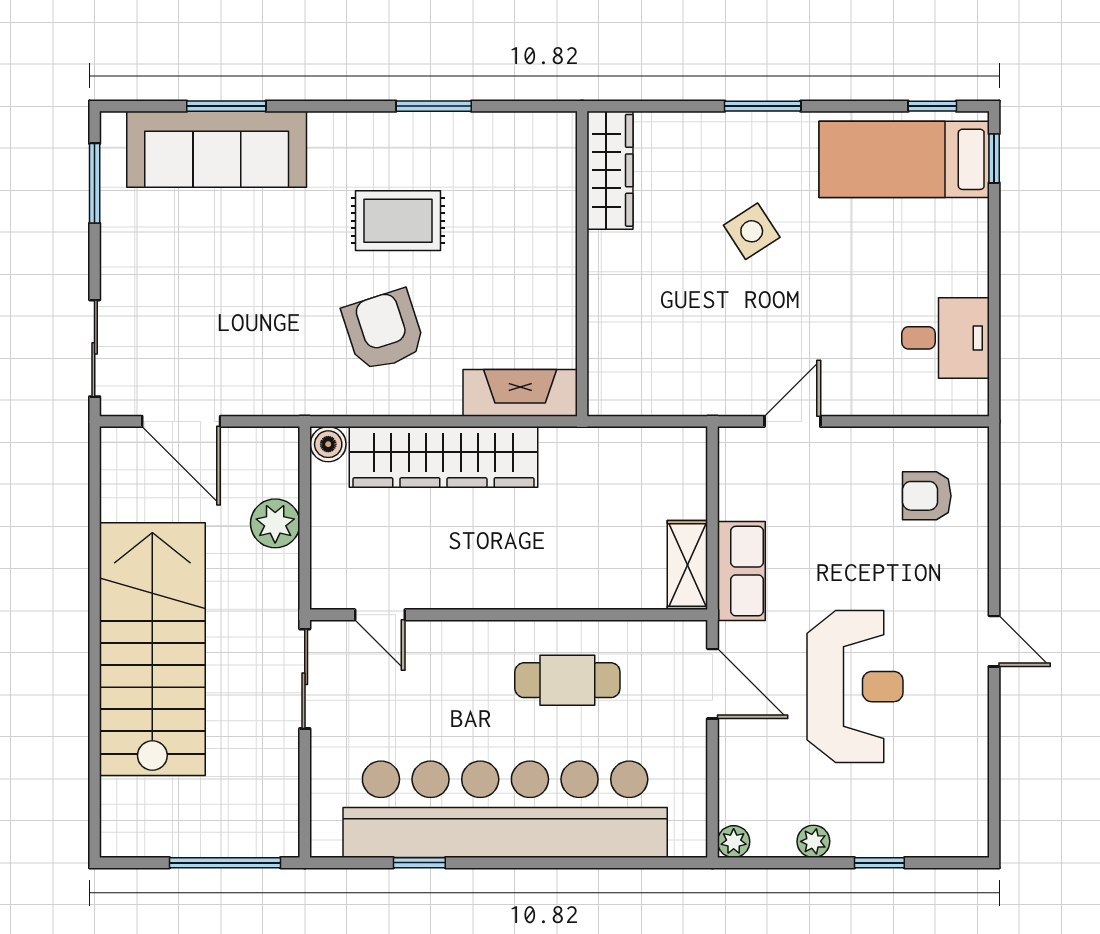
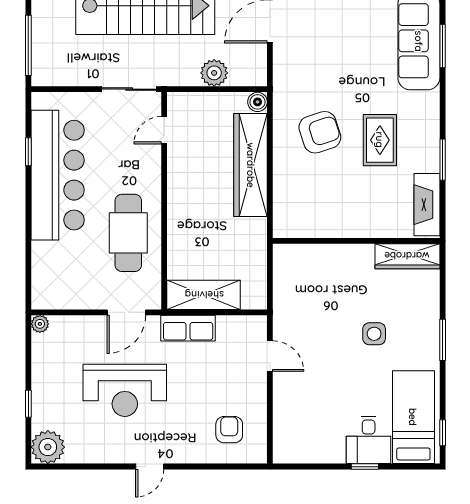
window: (994, 158) -> (365, 467), moved
side table: (752, 231) -> (374, 334), turned 33
desk: (946, 338) -> (369, 440), moved
fireplace: (520, 393) -> (427, 205), moved, turned 180
shelving: (687, 565) -> (204, 295), width x1.50, depth x1.33
cafe table: (567, 680) -> (128, 233), width x1.37, depth x1.35
bar counter: (505, 809) -> (58, 175), width x0.73
plant: (813, 841) -> (48, 447), moved, width x1.87, depth x1.87

